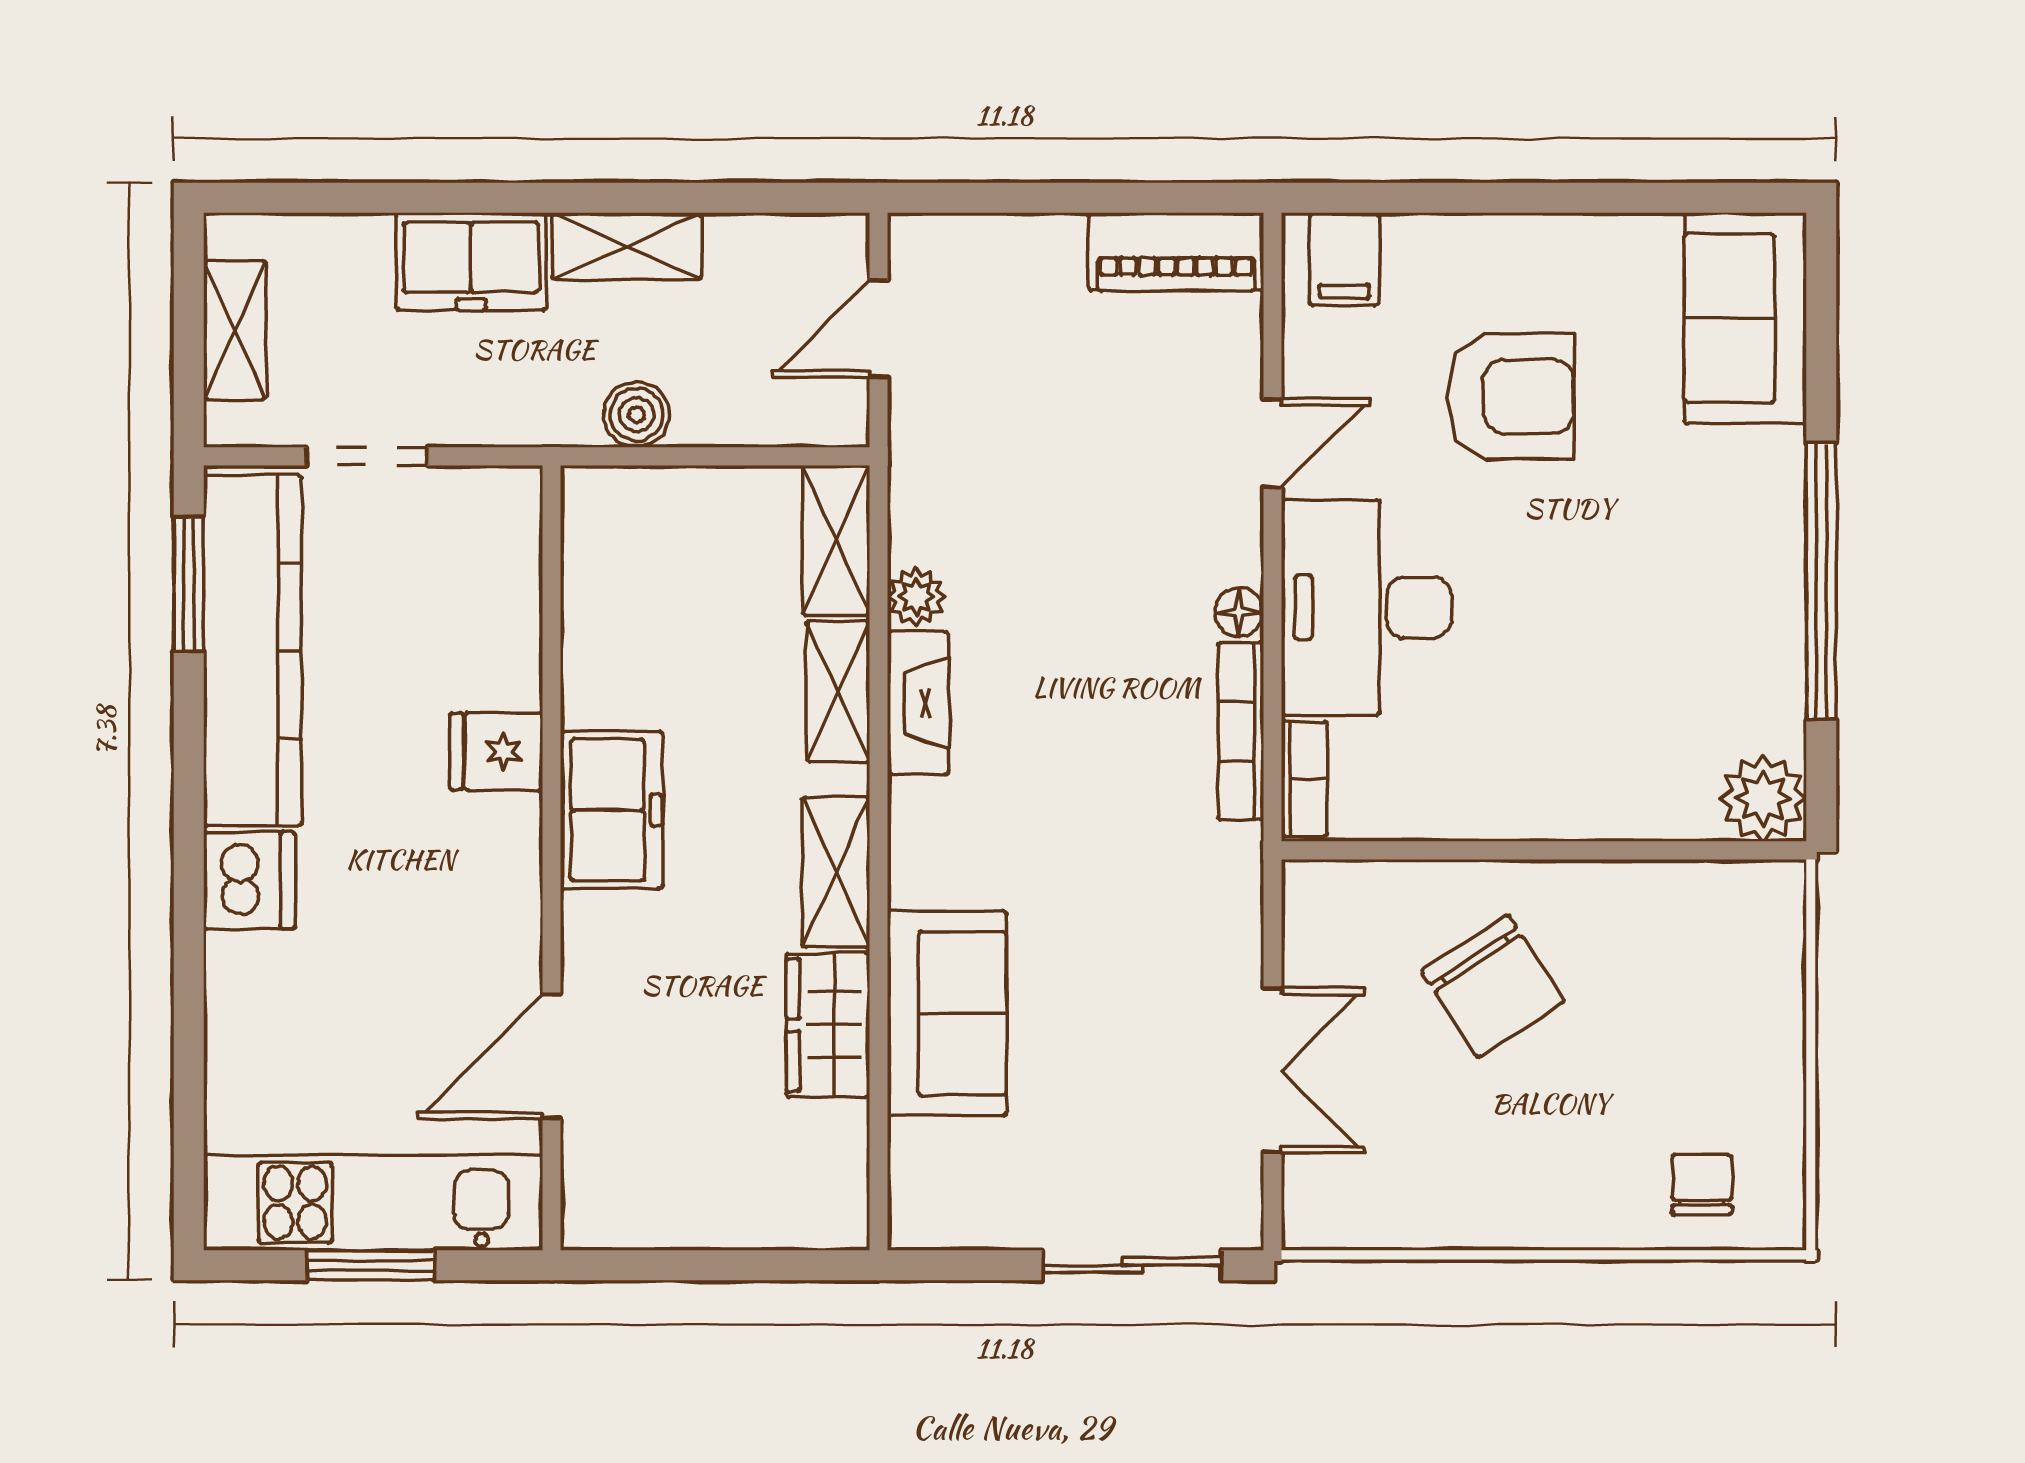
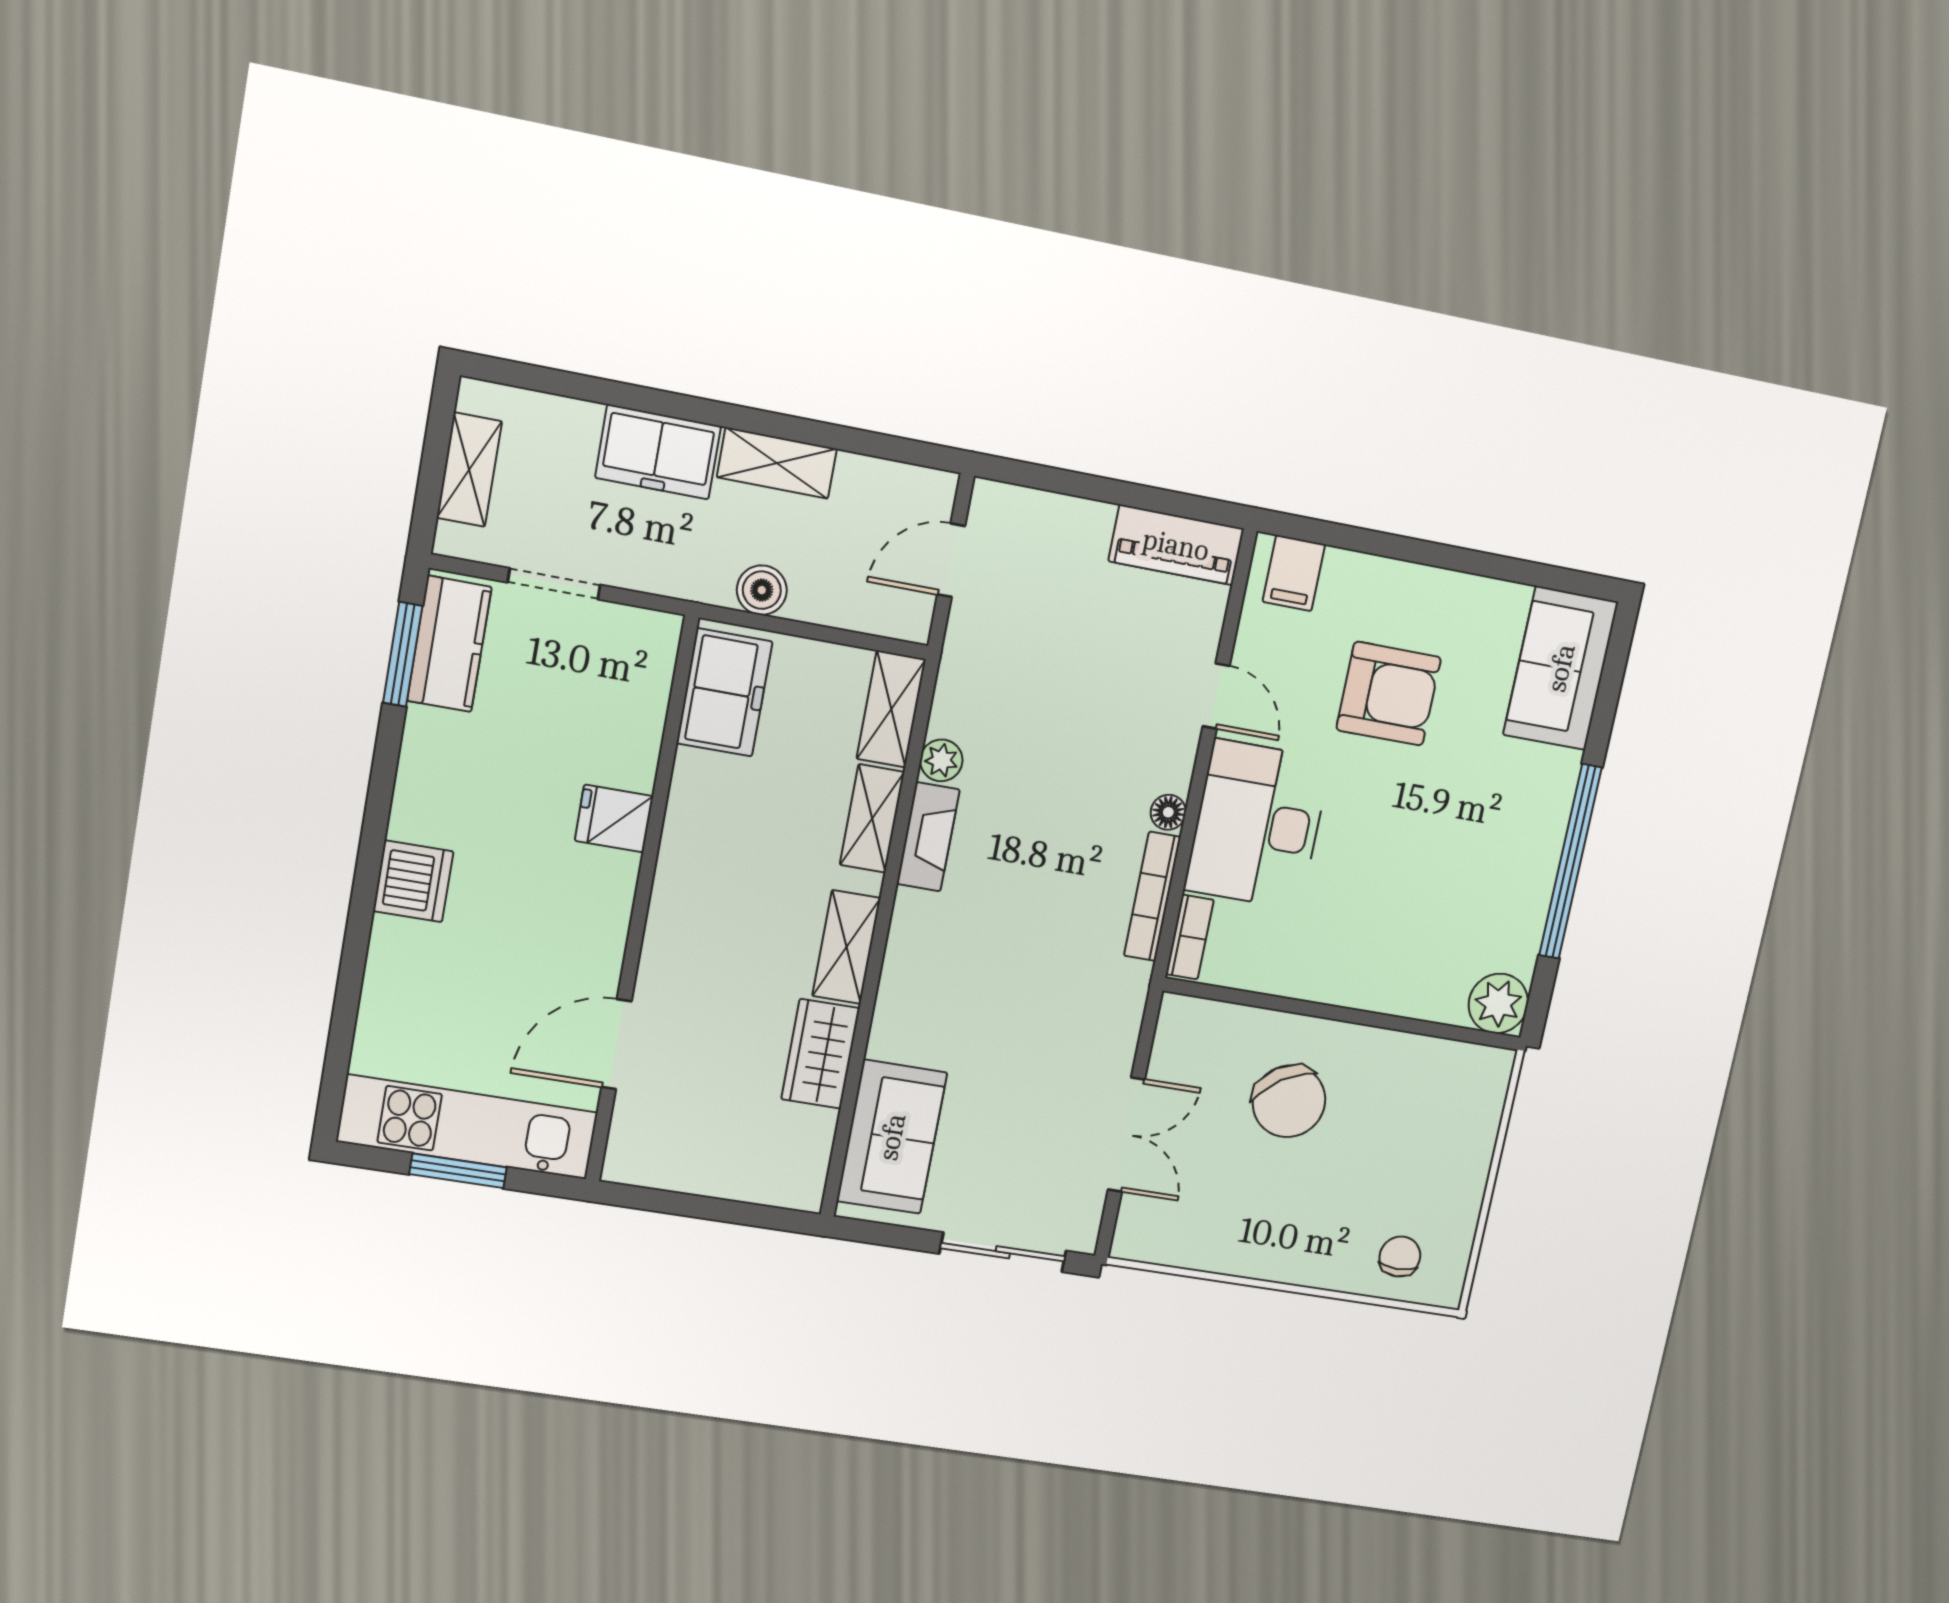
door: (1273, 443) -> (1216, 696), hinge flipped
kitchen counter: (253, 650) -> (449, 644), width x0.48, depth x0.86
freezer: (612, 810) -> (724, 692), moved
sofa: (947, 1013) -> (892, 1137), moved

